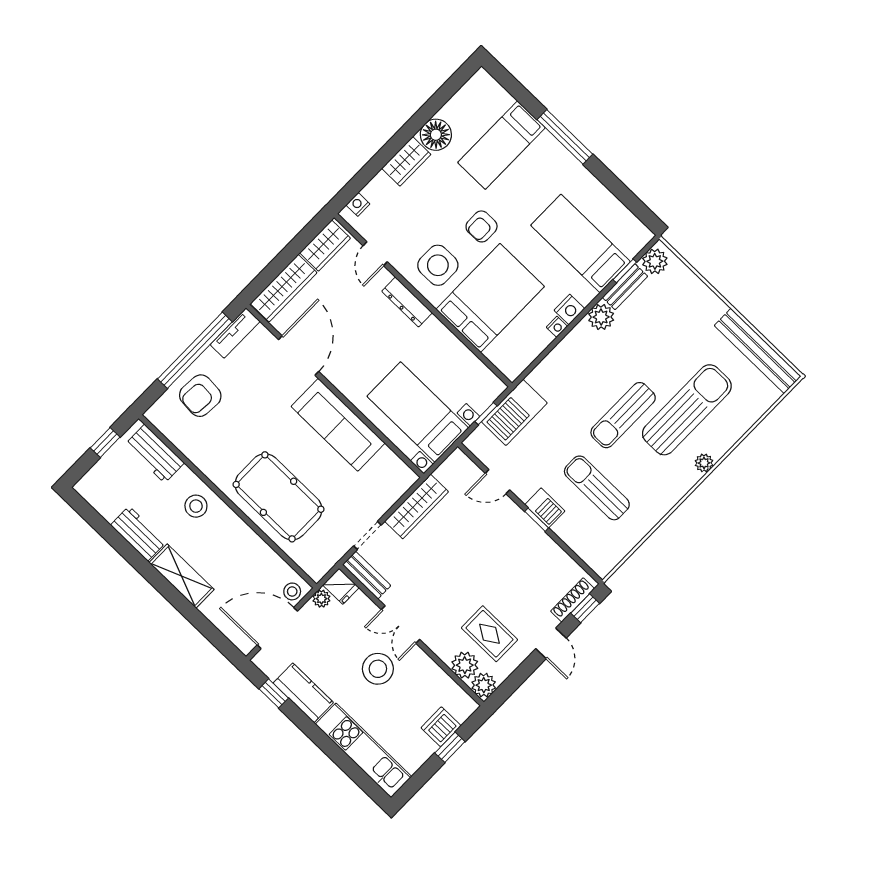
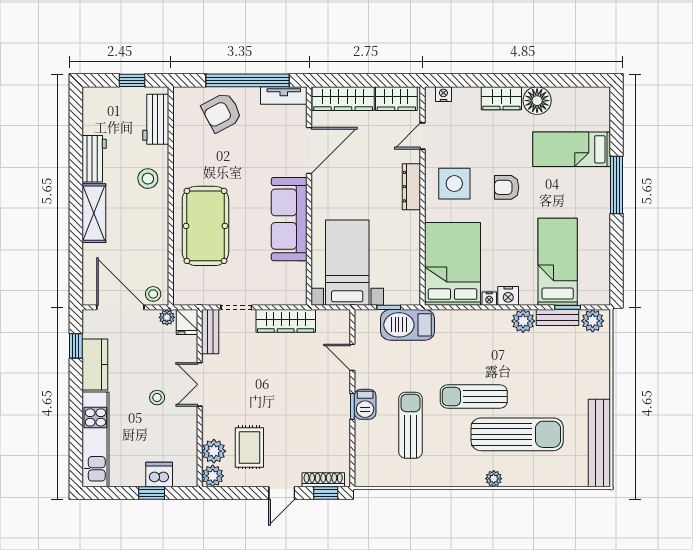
bed: (490, 298) -> (453, 264), moved, turned -90
armchair: (200, 396) -> (222, 112), turned -32
stool: (378, 669) -> (157, 398), width x0.53, depth x0.53

